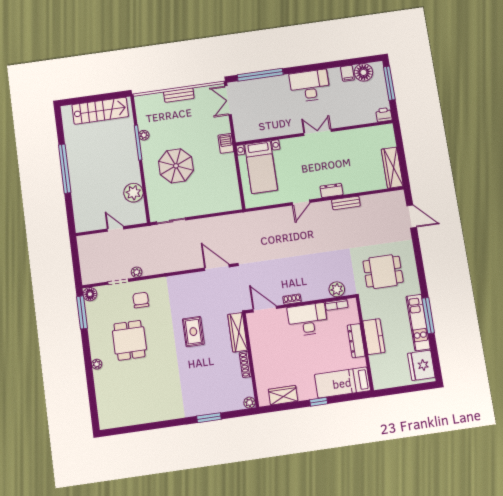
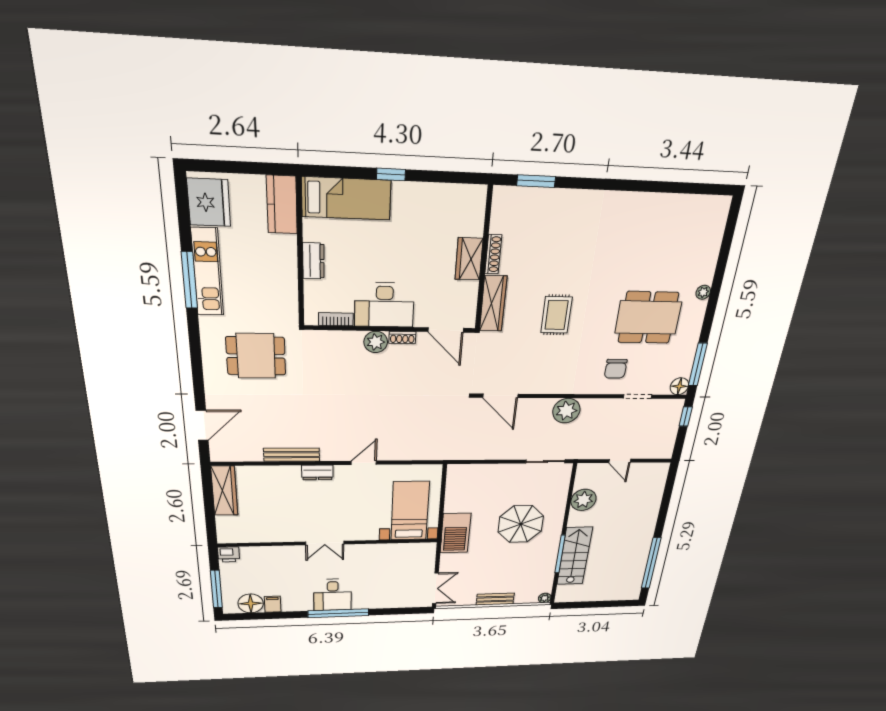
window: (260, 75) -> (338, 613), moved
desk: (310, 86) -> (333, 595), width x0.73
stairs: (100, 111) -> (575, 556), moved, turned 90
plant: (144, 135) -> (545, 598), moved
barbecue: (226, 143) -> (455, 533), width x1.88, depth x1.53
window: (65, 169) -> (651, 563), moved
bench: (346, 203) -> (292, 455), width x1.36
door: (412, 217) -> (202, 425), swing flipped
window: (77, 272) -> (686, 416), added
plant: (137, 272) -> (566, 411), moved, width x1.88, depth x1.88
plant: (337, 289) -> (376, 342), moved
kitchen counter: (374, 337) -> (282, 205), moved
dining table: (129, 340) -> (648, 318), width x1.38
dresser: (356, 341) -> (313, 261), width x0.70
wardrobe: (283, 395) -> (469, 259), moved, turned 90
plant: (250, 403) -> (501, 194), removed
window: (209, 418) -> (536, 181), moved

